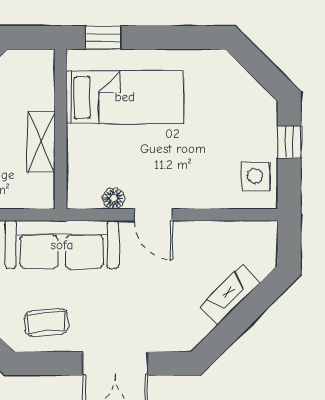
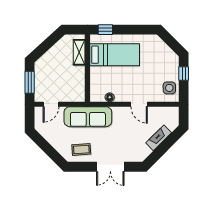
shelving: (41, 142) -> (79, 52), moved
door: (153, 215) -> (139, 104), moved

